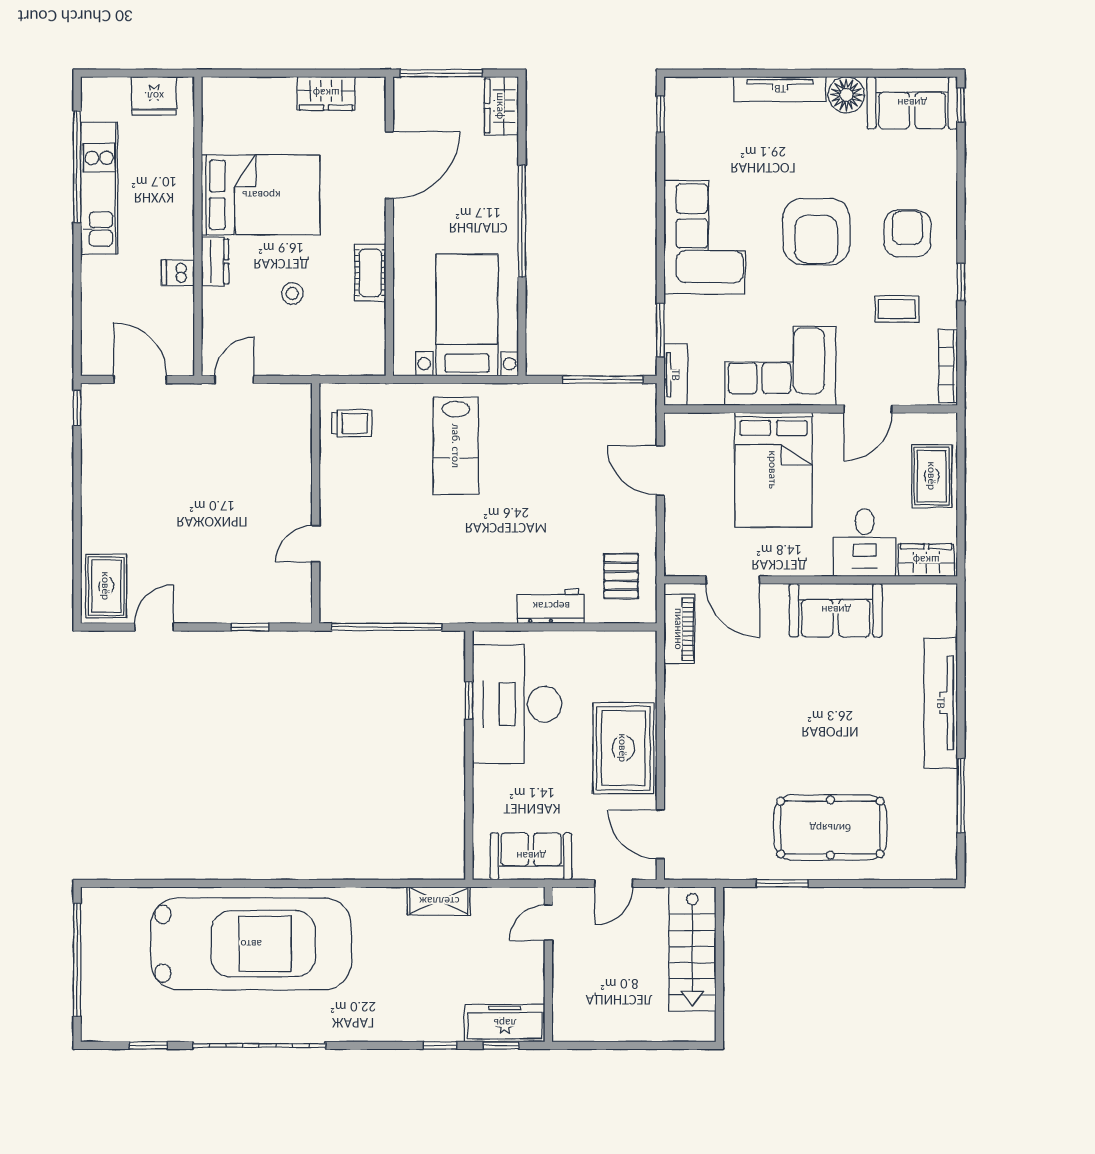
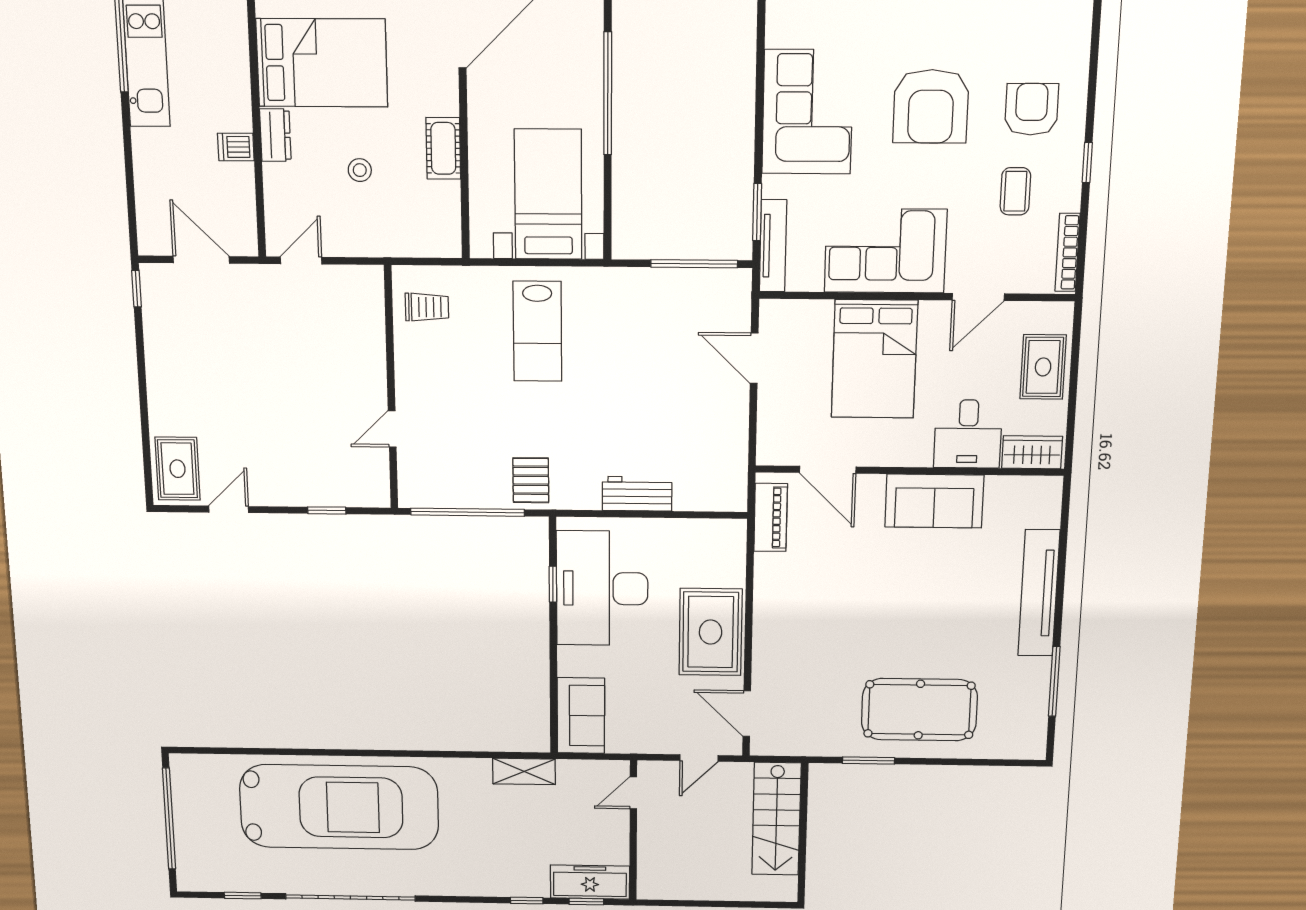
coffee table: (897, 309) -> (1015, 191), turned 90
tv unit: (676, 375) -> (773, 246), width x1.41
pallet: (621, 576) -> (531, 480), moved
sofa: (531, 856) -> (581, 716), moved, turned 90

